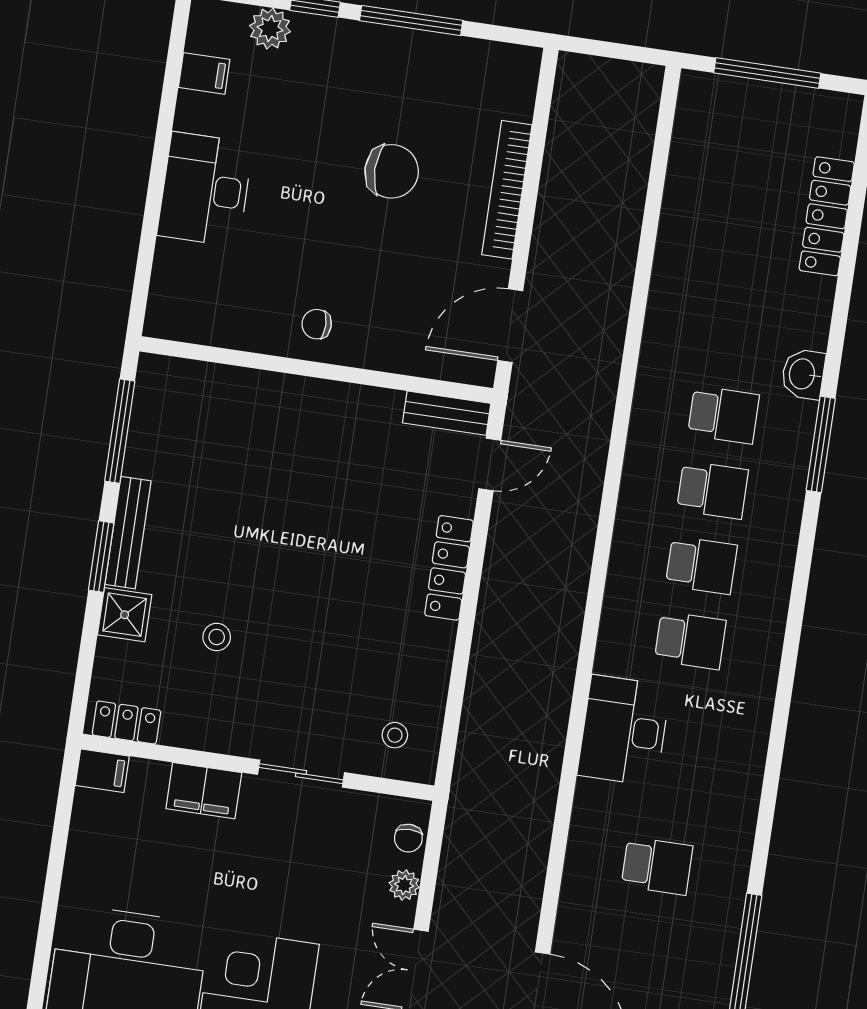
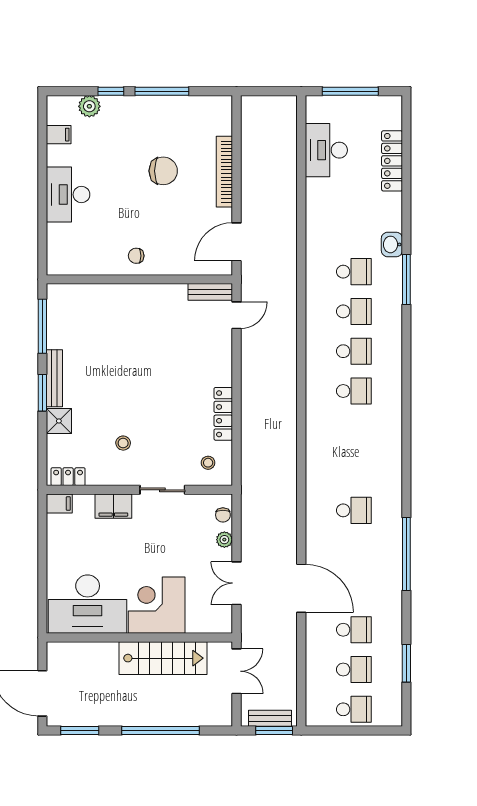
locker: (449, 568) -> (223, 414), moved
stool: (217, 637) -> (123, 443), moved
desk: (624, 730) -> (326, 150), moved

